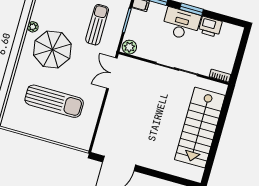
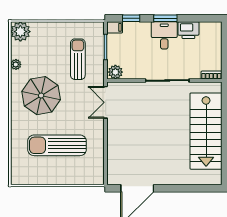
desk: (181, 24) -> (164, 35), width x0.73
plant: (33, 27) -> (16, 64), moved
sun lounger: (54, 101) -> (57, 145), turned 180

